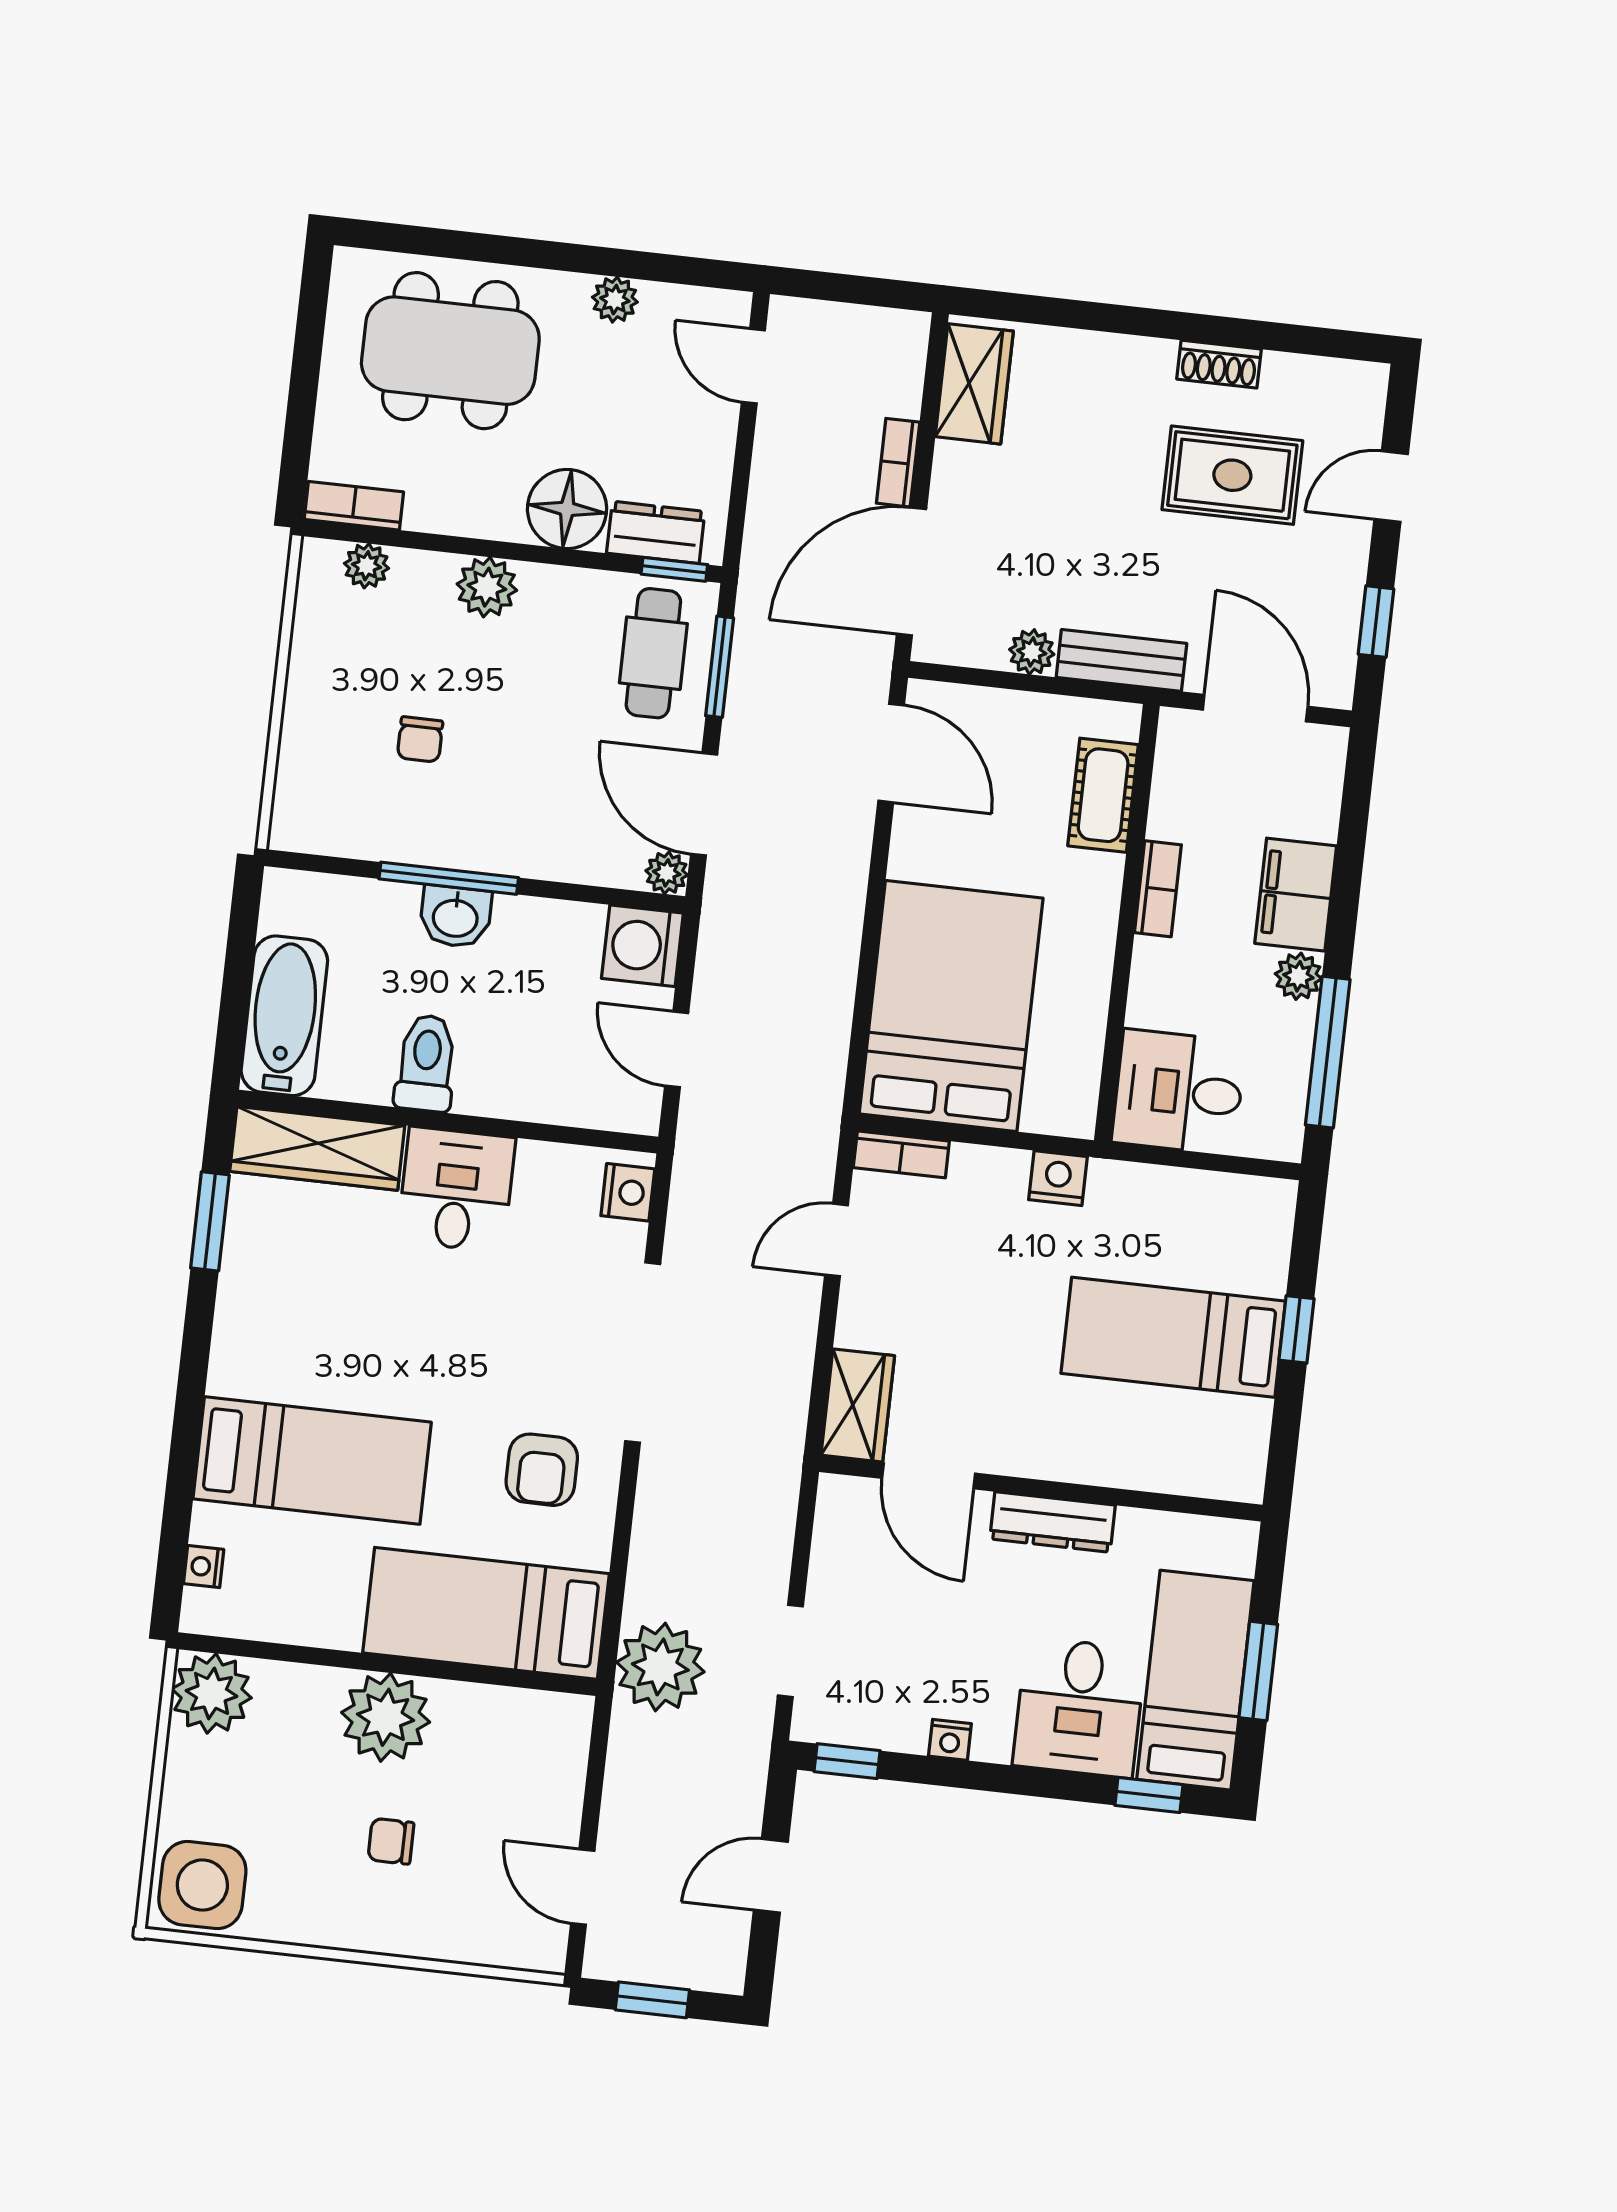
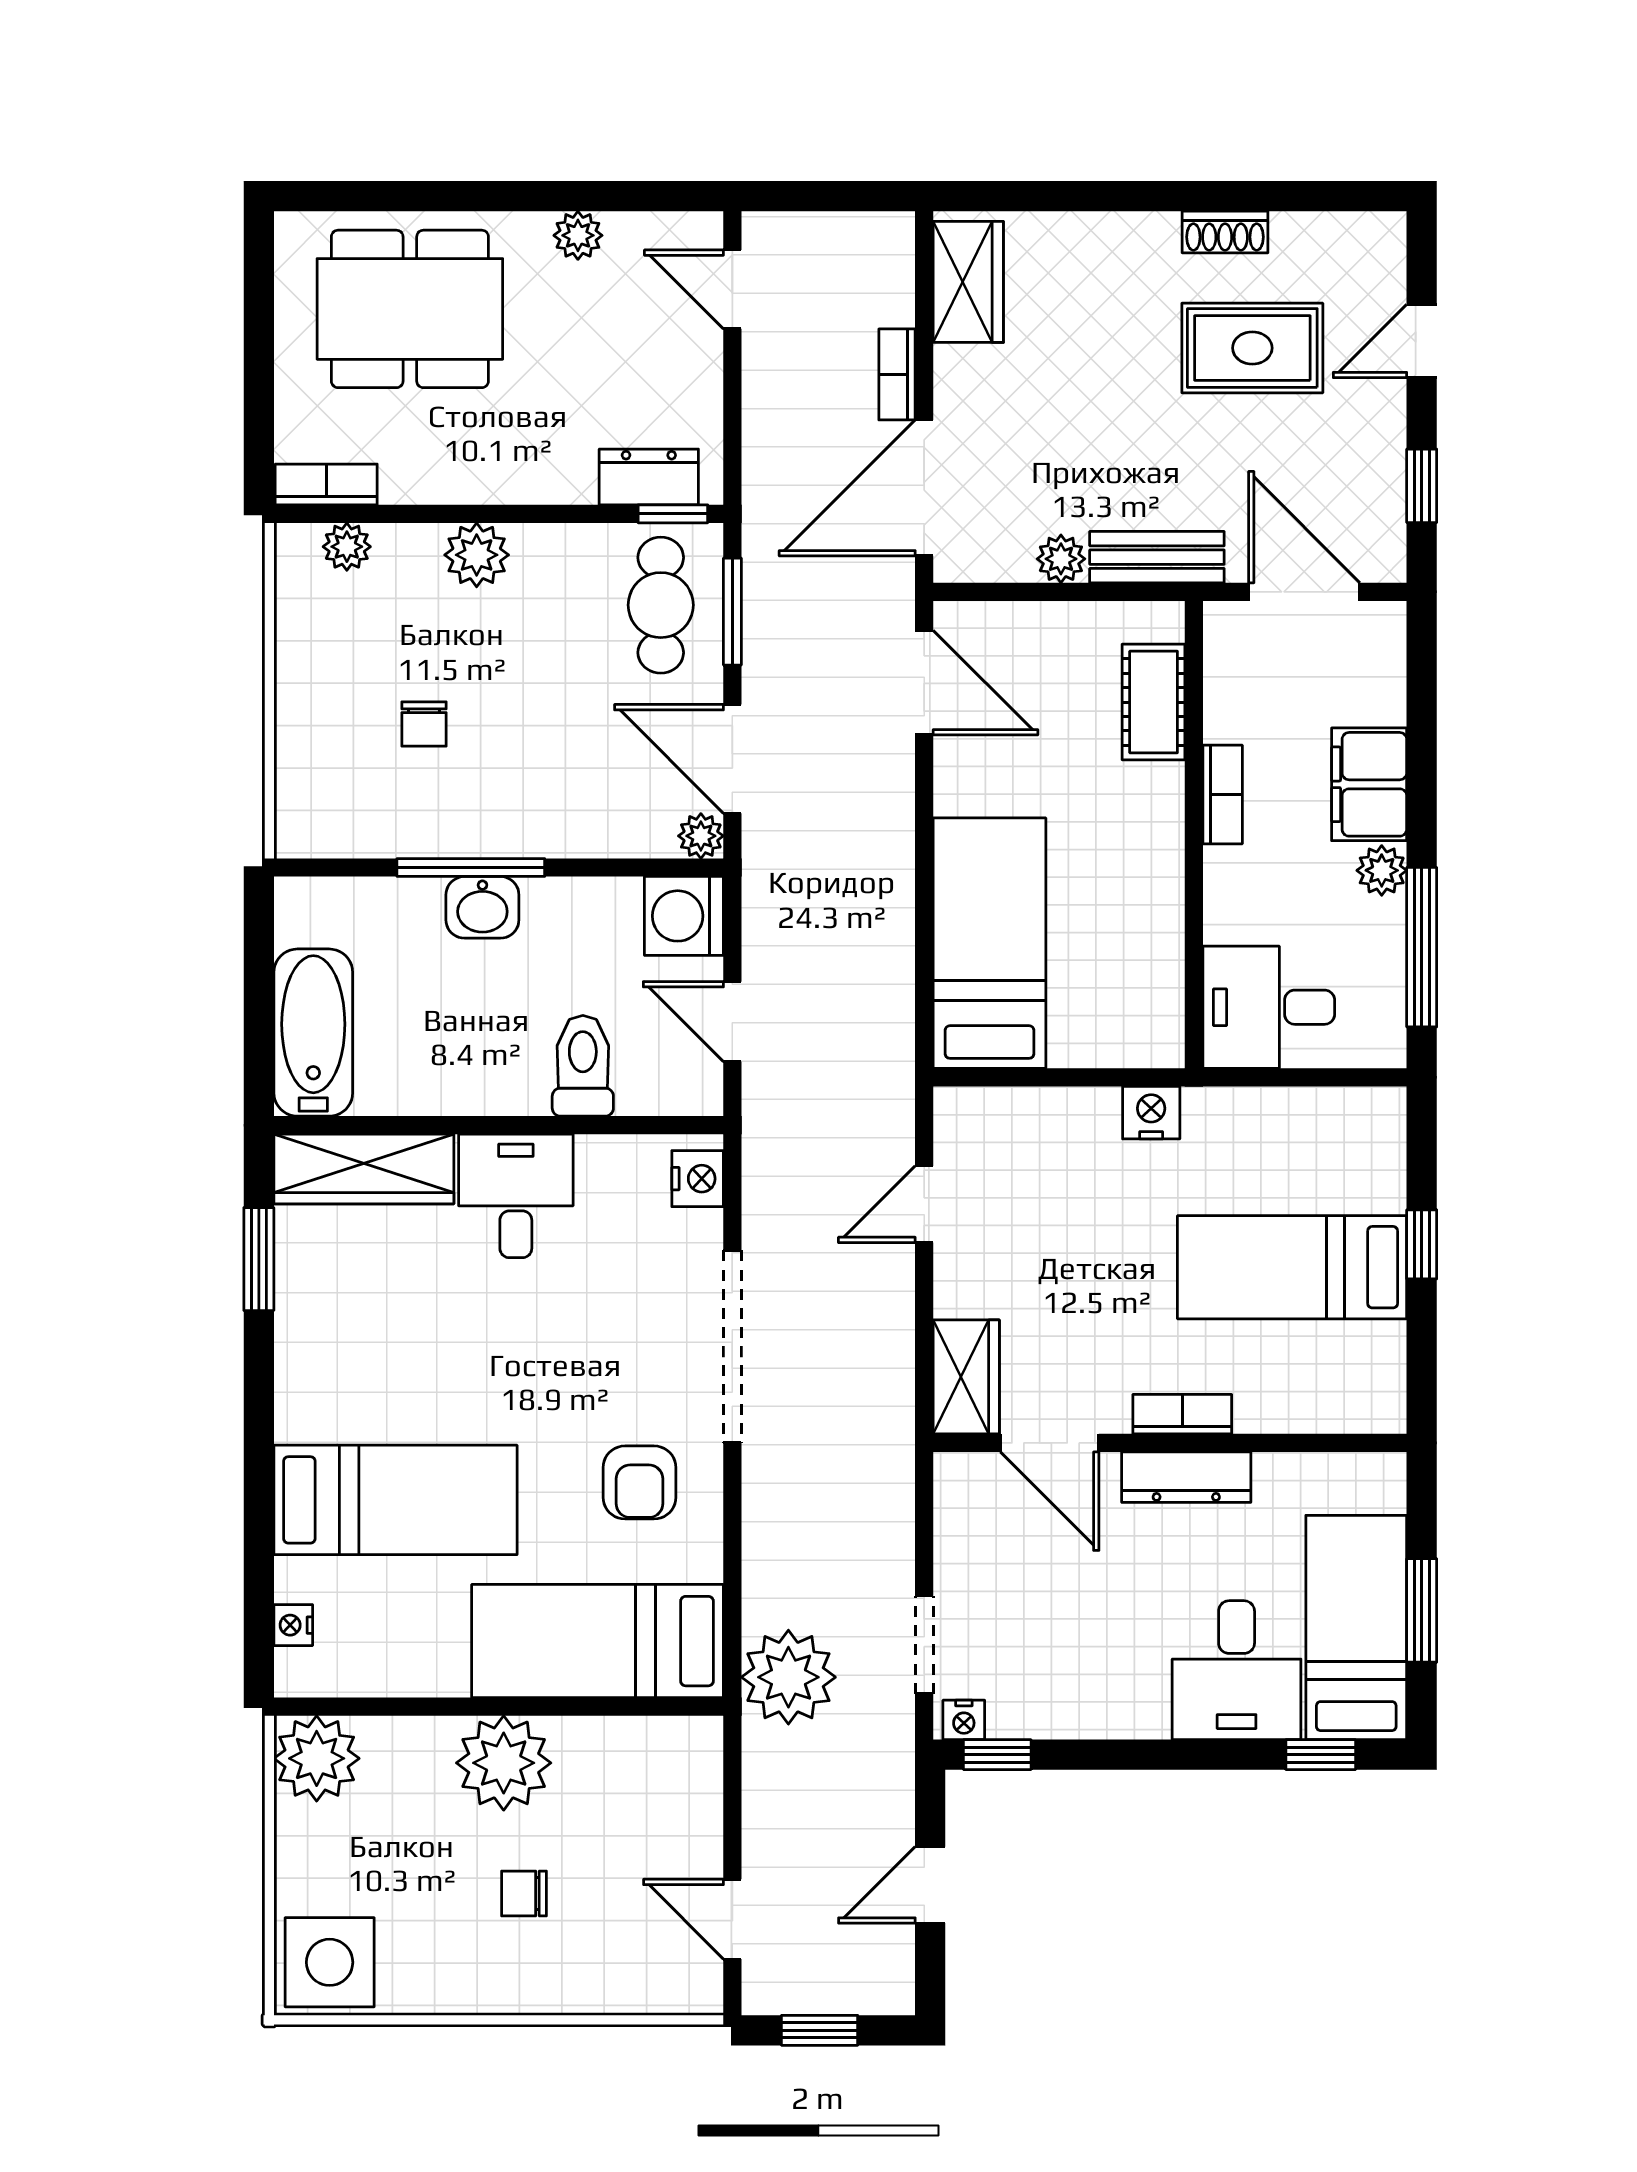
floor lamp: (567, 509) -> (552, 463), removed
bed: (951, 1006) -> (989, 943), width x0.67
toilet: (426, 1063) -> (583, 1066), moved
bookcase: (901, 1154) -> (1182, 1414), moved, turned 180
nightstand: (950, 1740) -> (964, 1720), moved

